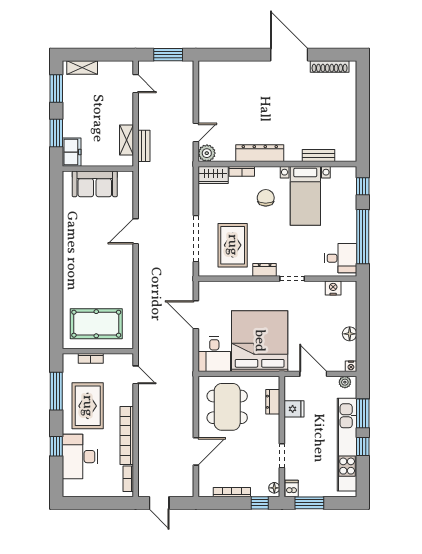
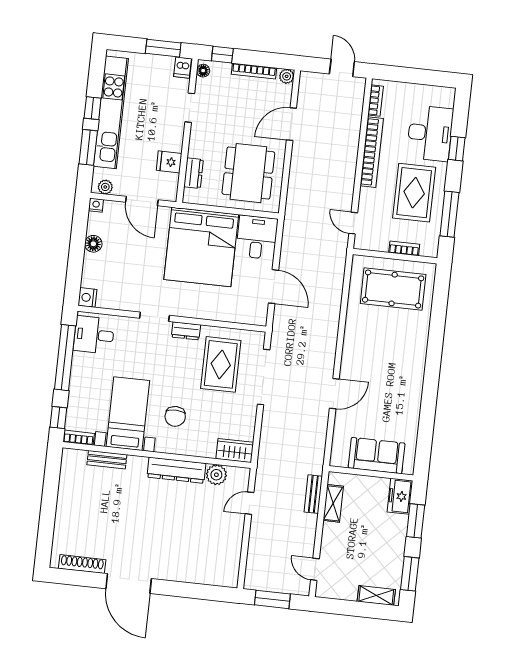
plant: (207, 153) -> (216, 475), moved
bookcase: (242, 171) -> (79, 438), moved
nightstand: (333, 288) -> (87, 297), moved, turned 90
plant: (204, 491) -> (287, 76), added

